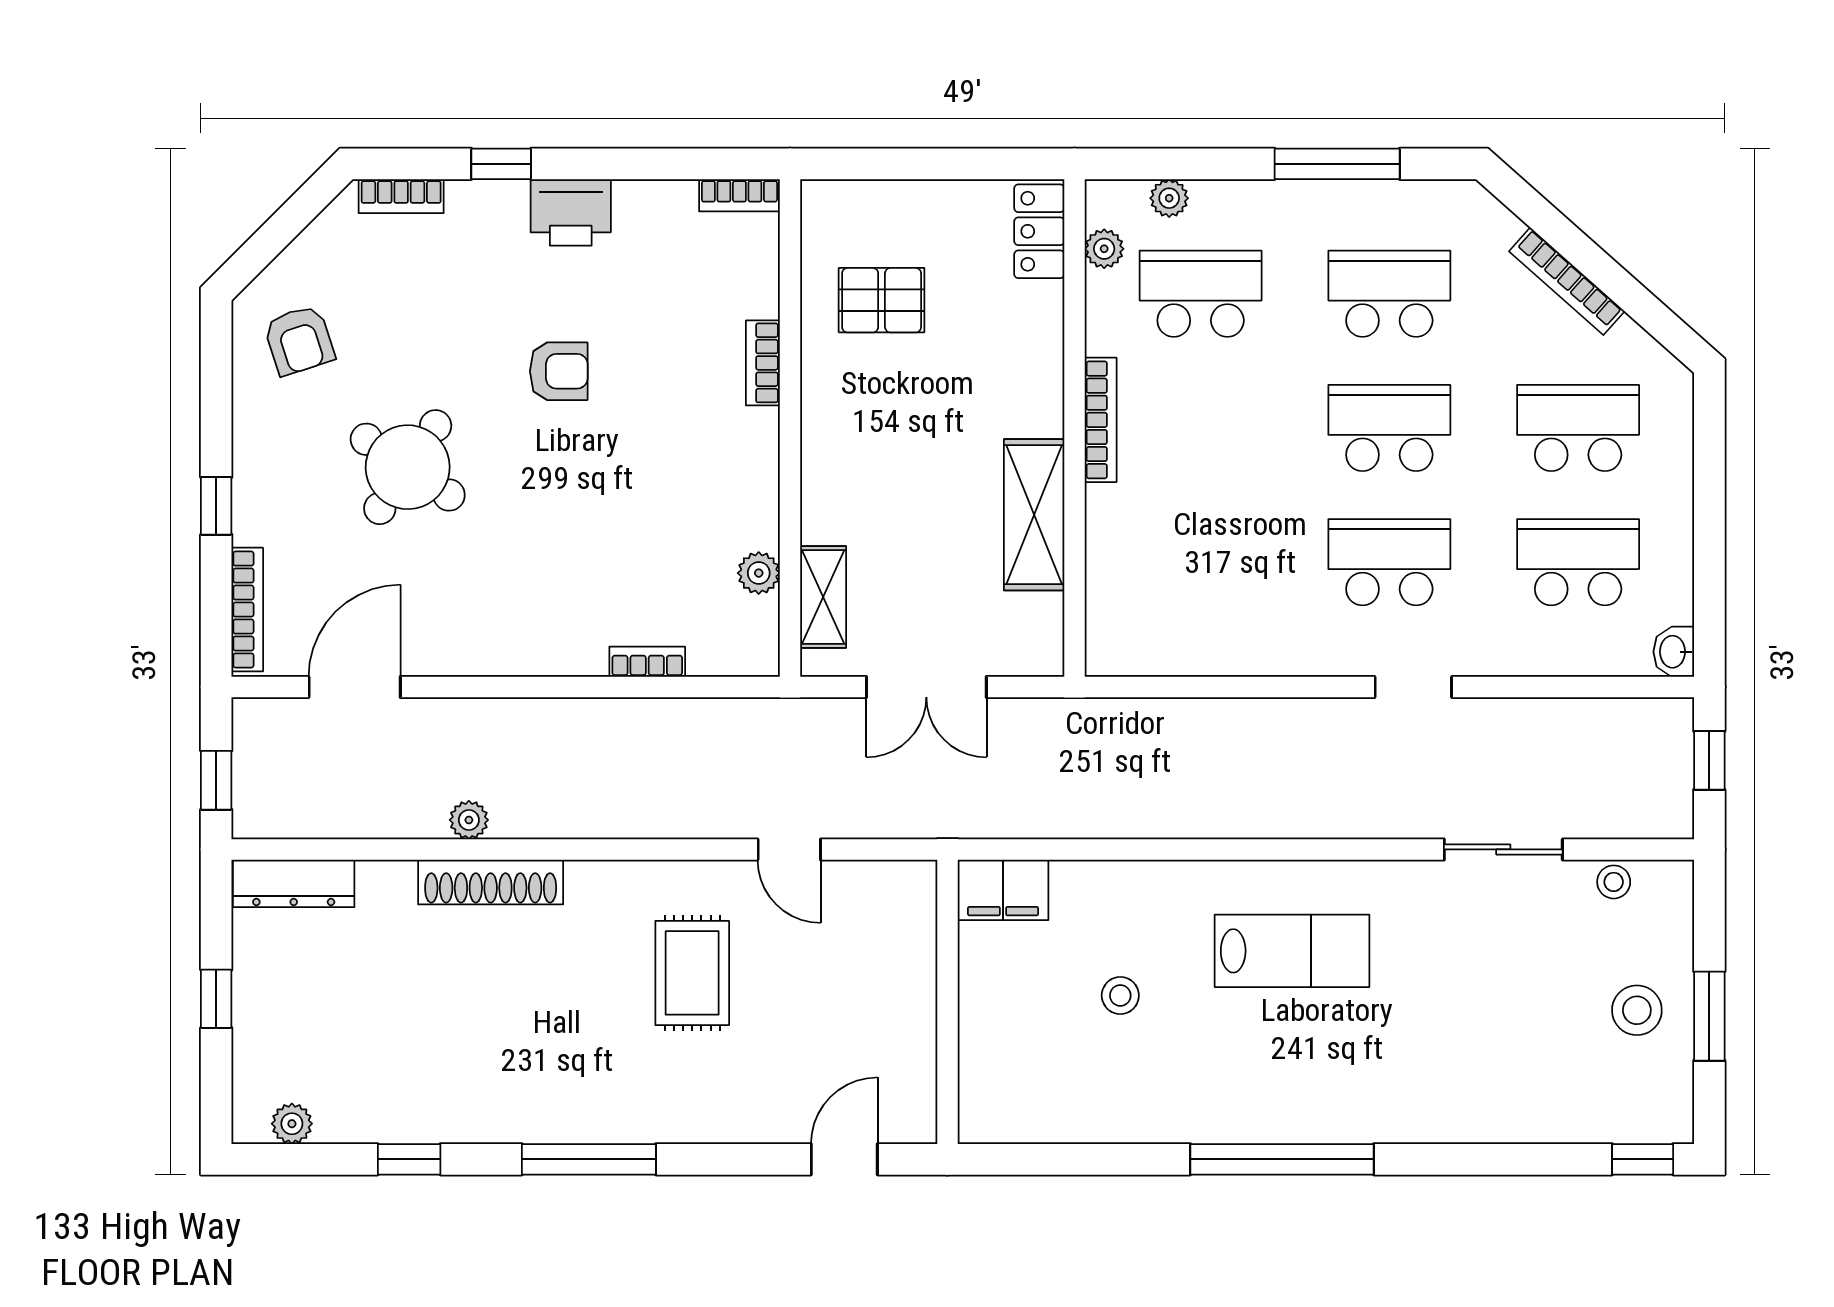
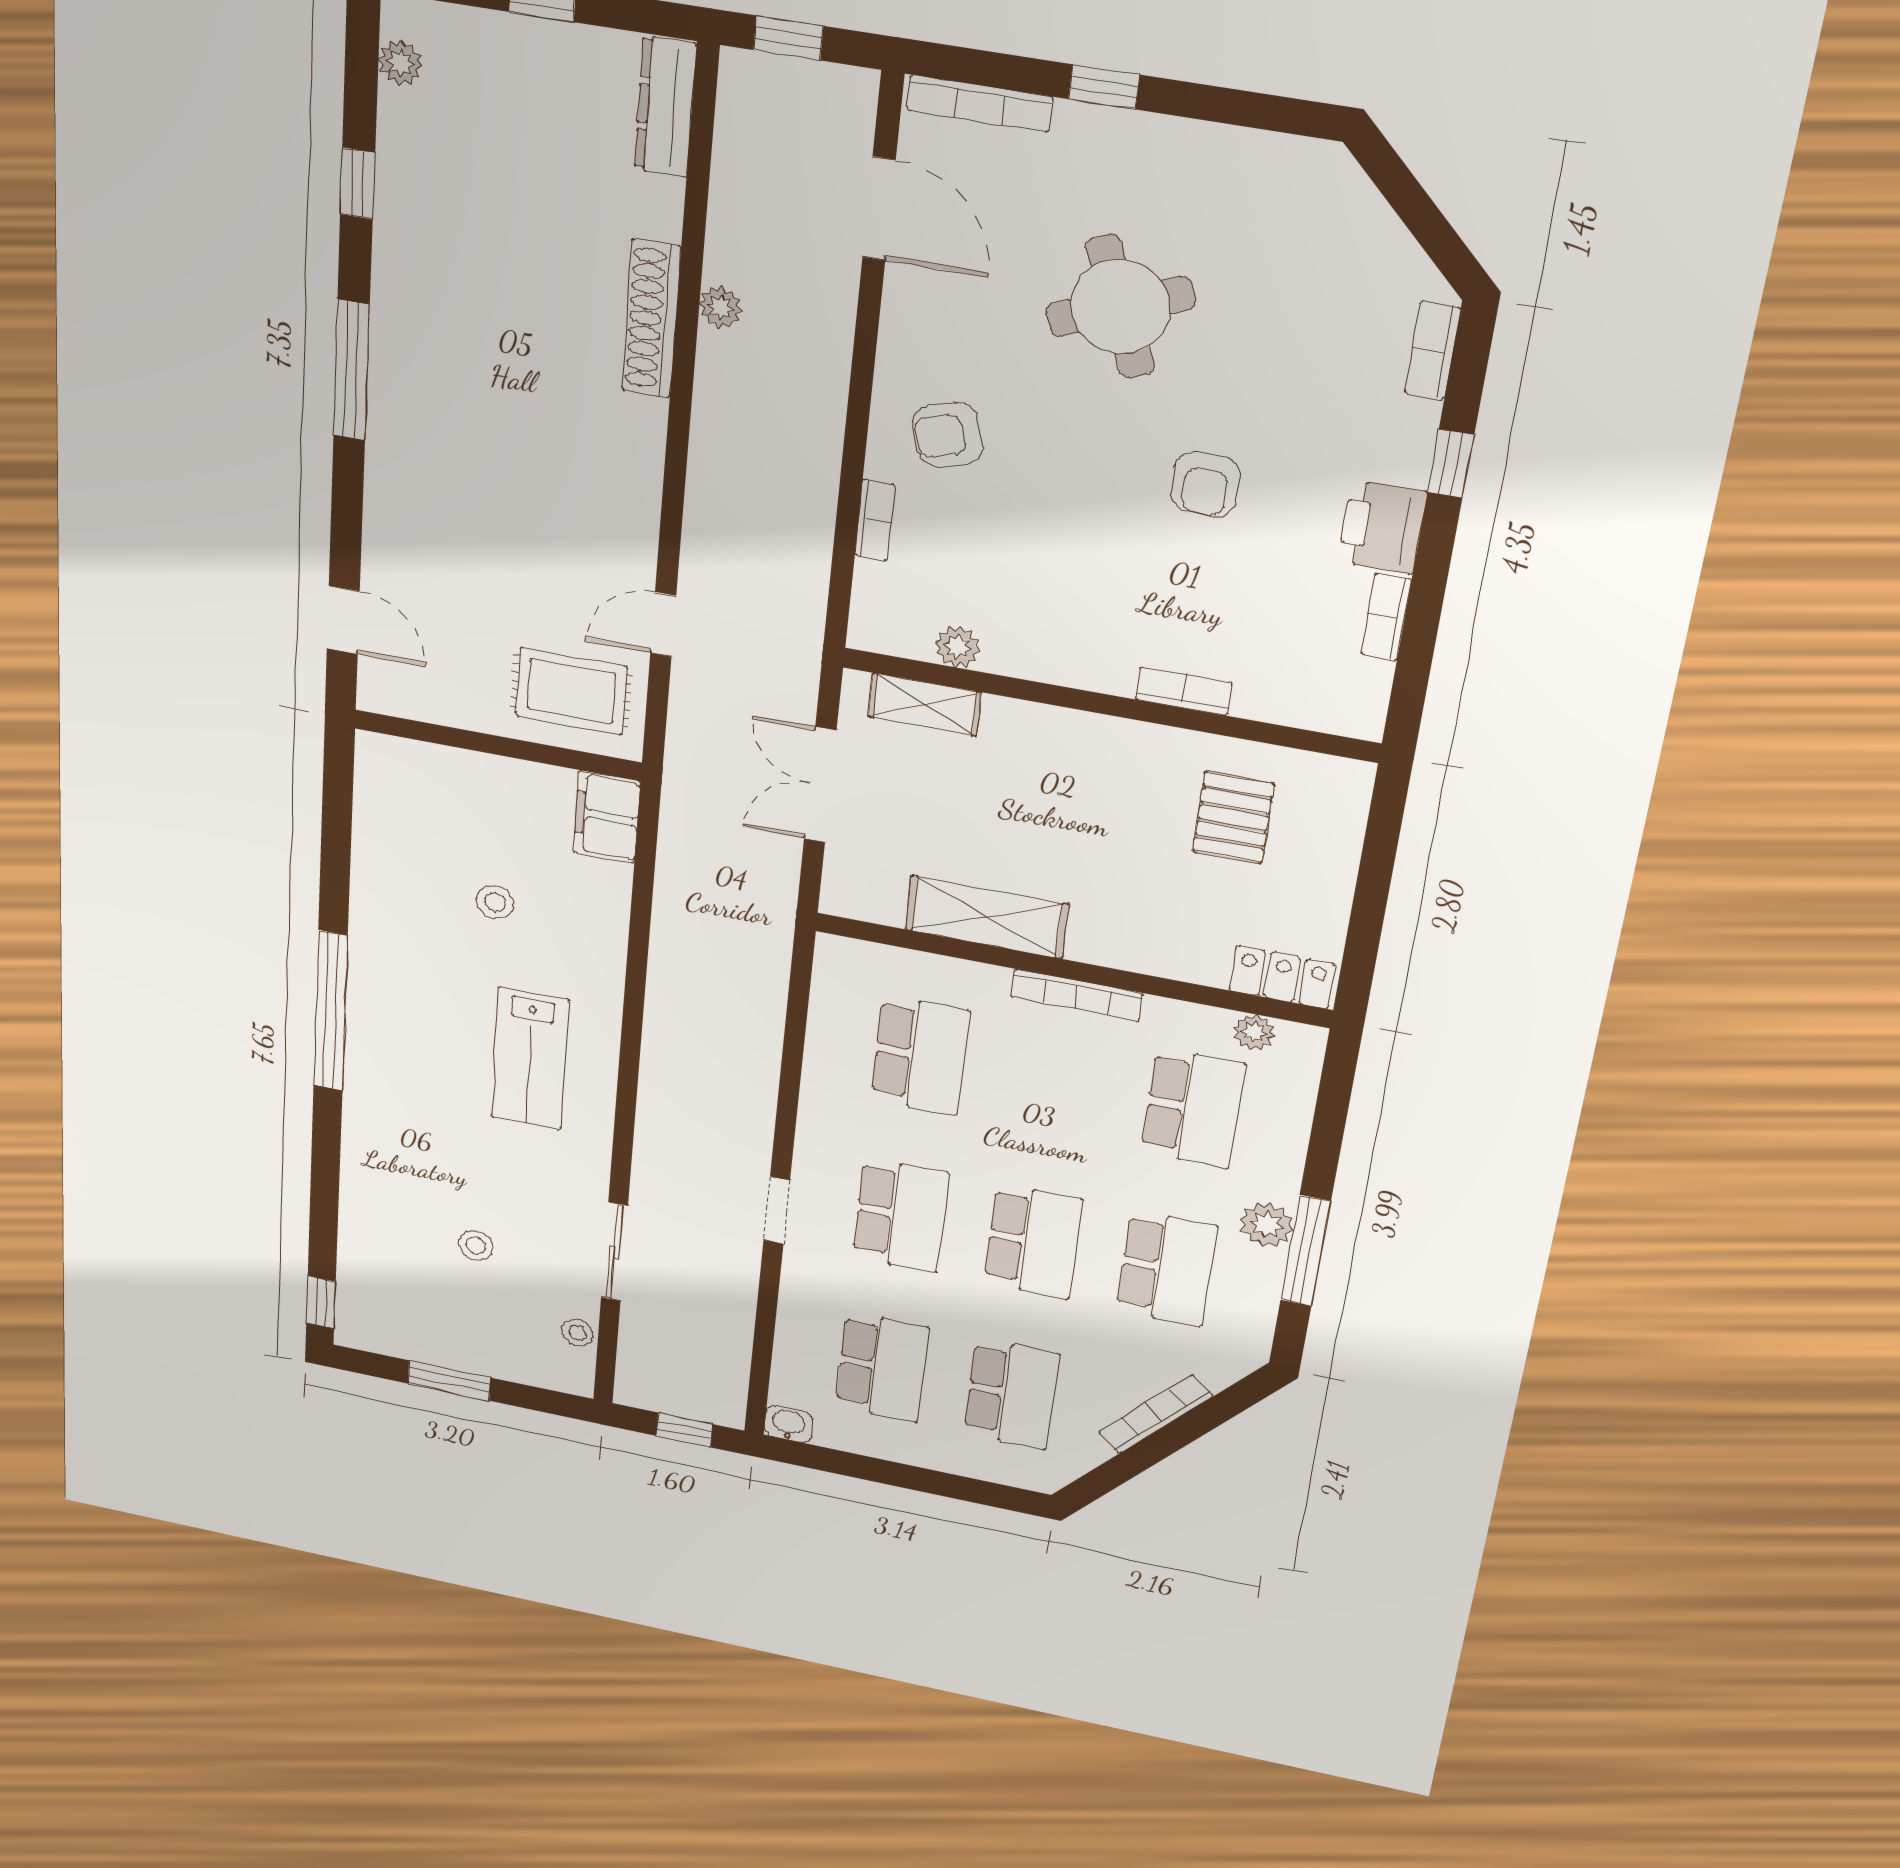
bookcase: (739, 195) -> (1386, 617), moved
plant: (1169, 198) -> (1267, 1225), moved, width x1.38, depth x1.38
armchair: (299, 340) -> (948, 435), moved
round table: (408, 467) -> (1120, 307), turned 34
school desk: (1201, 562) -> (920, 1055), added
rug: (692, 973) -> (571, 691), moved
stool: (1637, 1010) -> (476, 1245), moved, width x0.73, depth x0.73

